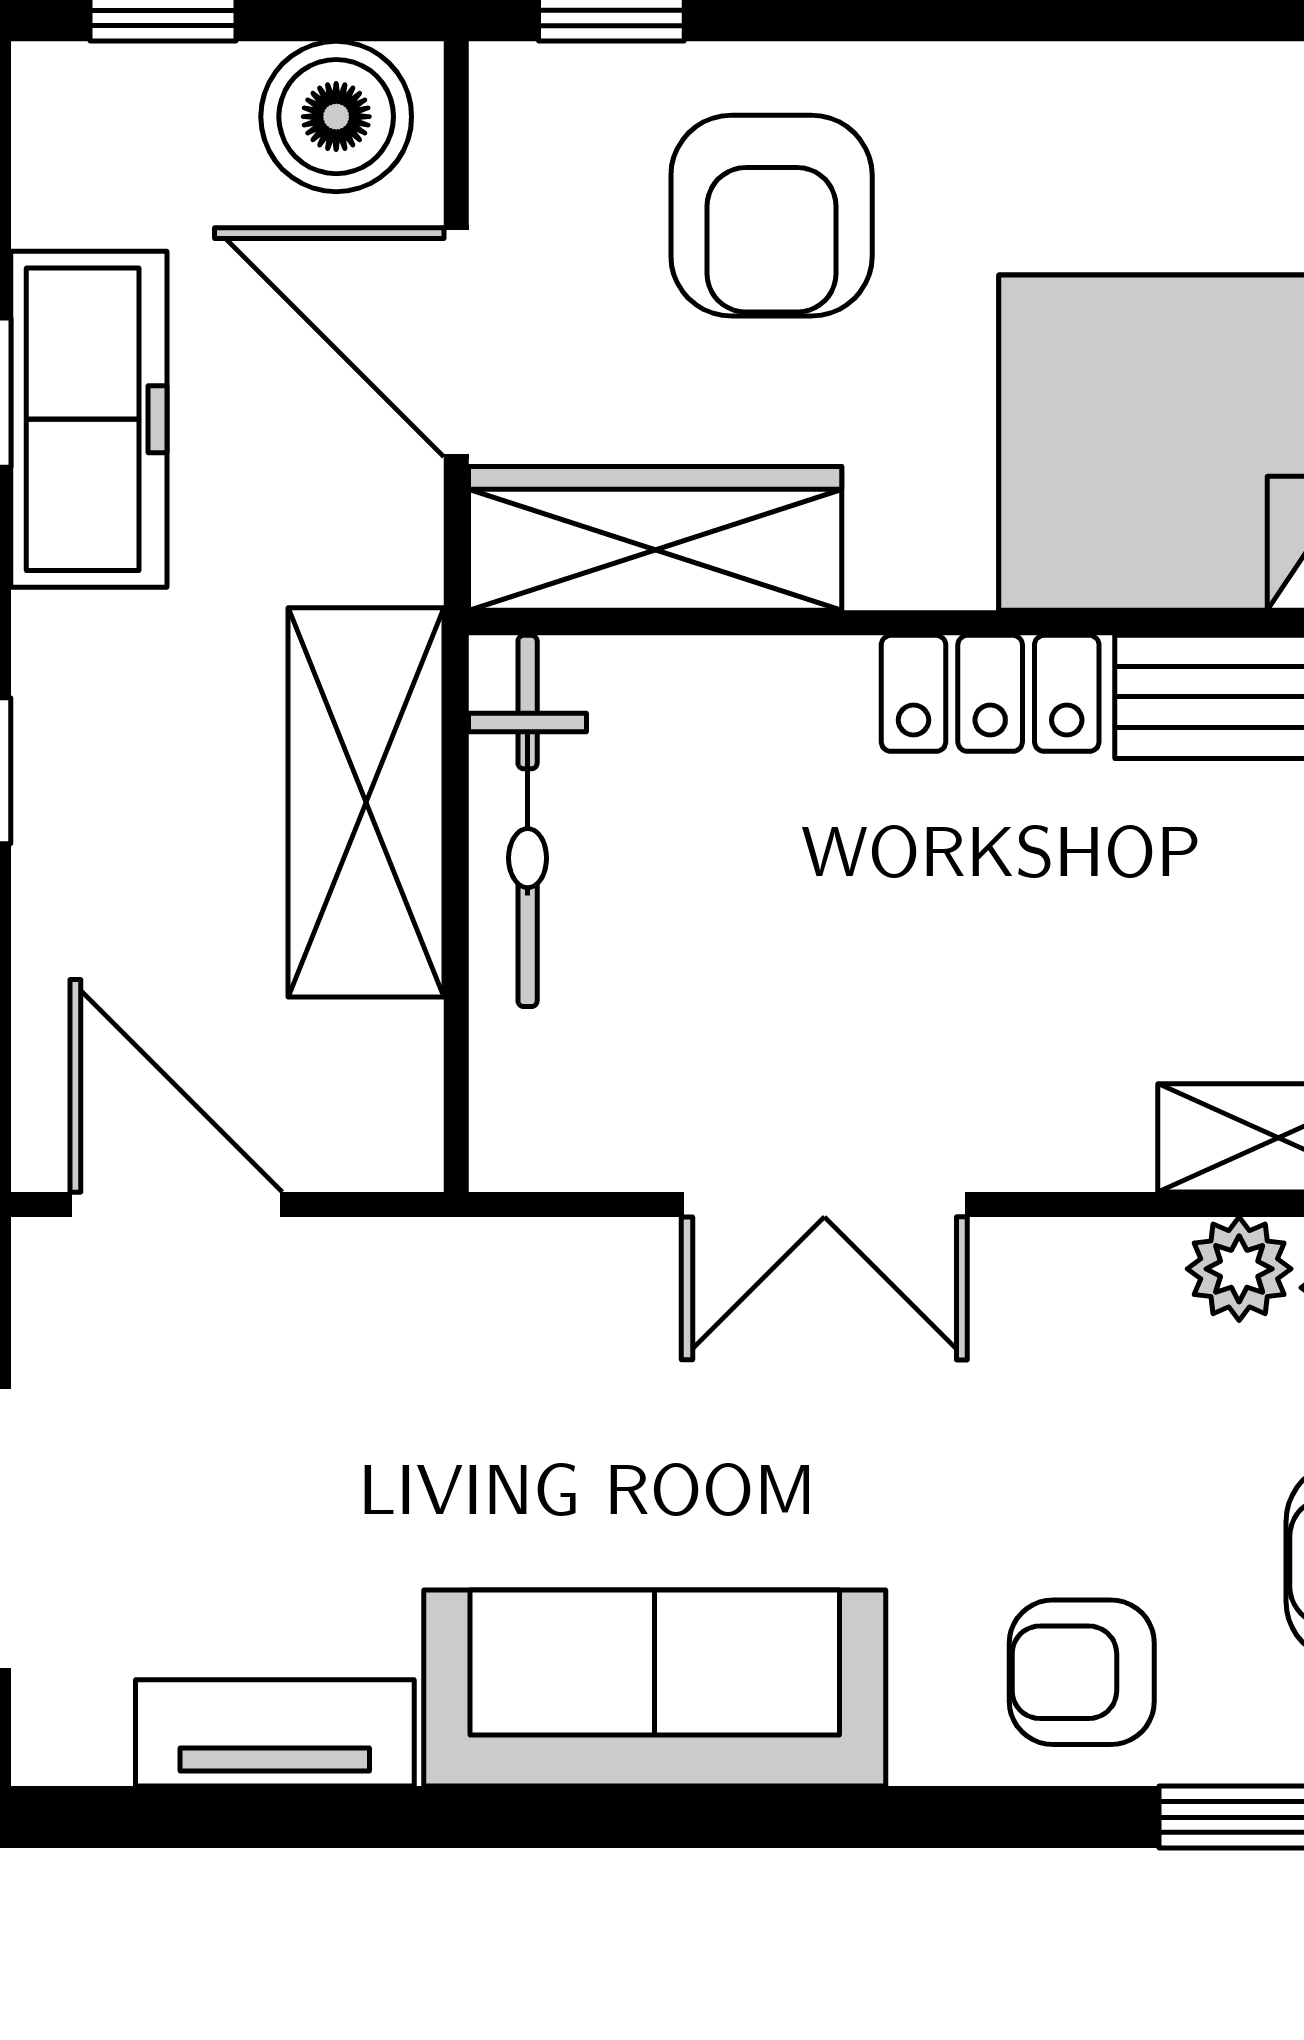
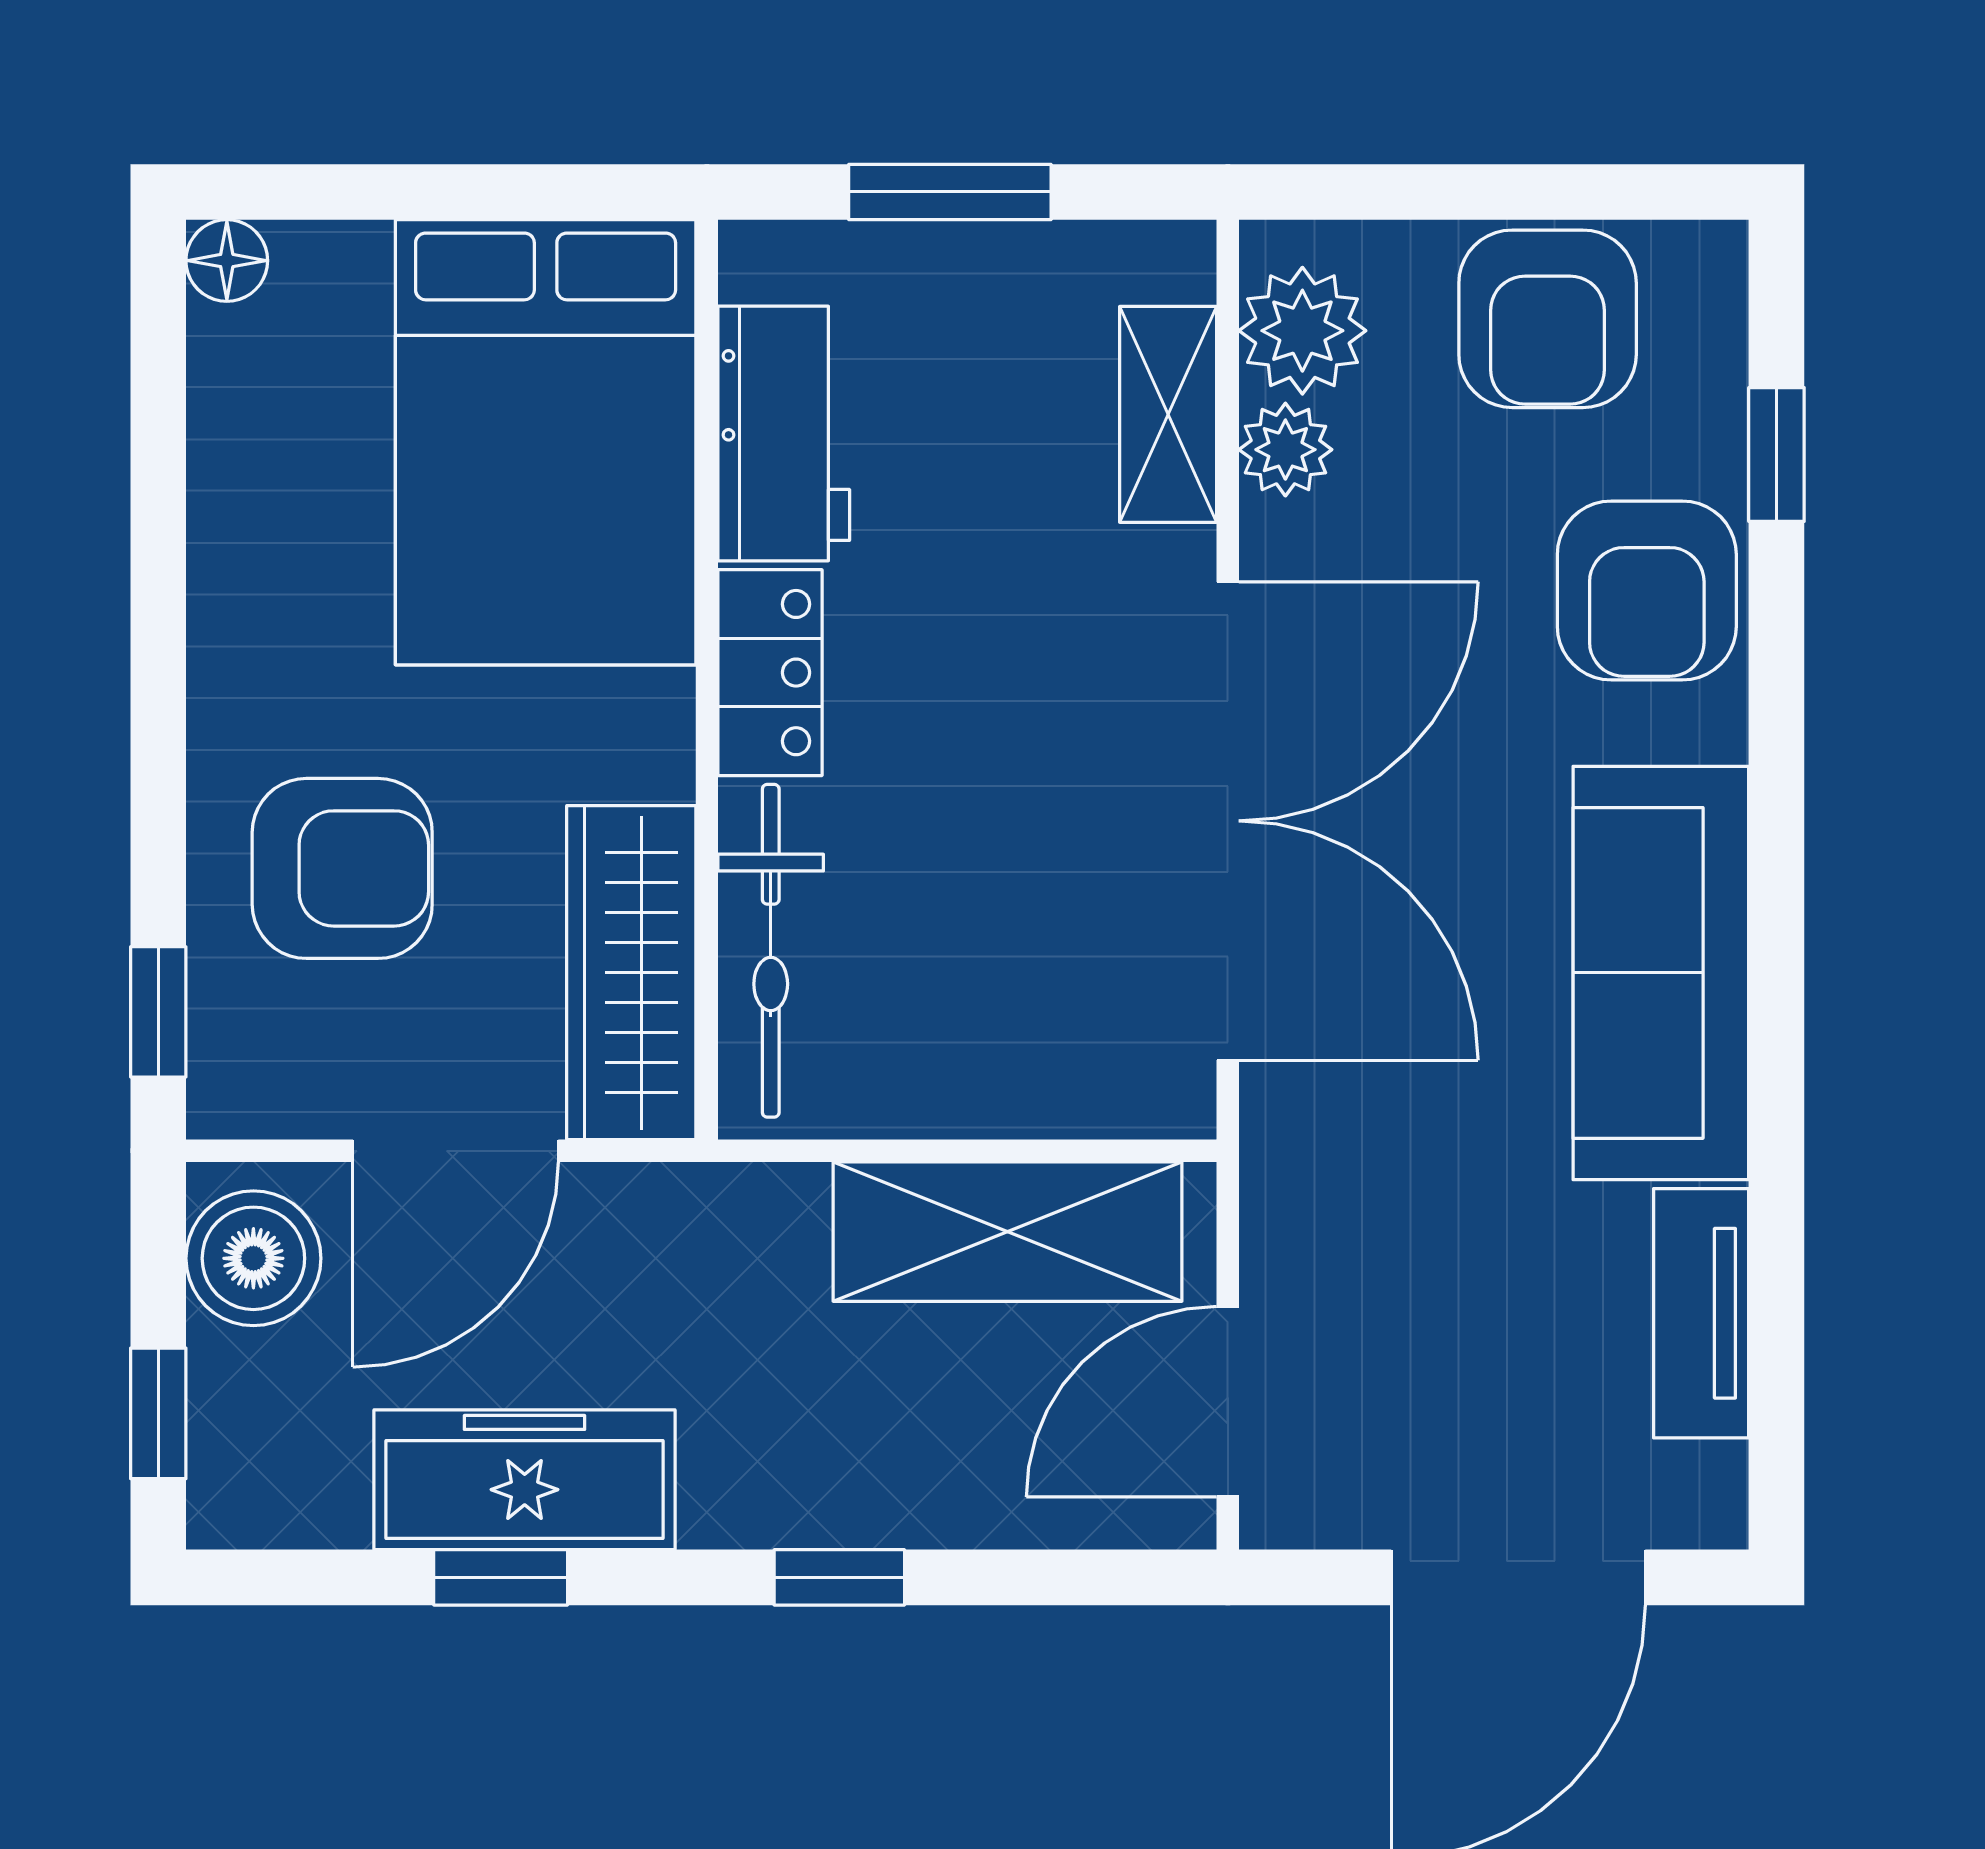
shelving: (366, 802) -> (1008, 1232), moved
bicycle: (528, 821) -> (771, 951), moved, turned 90
double door: (824, 1204) -> (1228, 821), width x1.87
armchair: (1082, 1672) -> (1647, 590), width x1.38, depth x1.38

